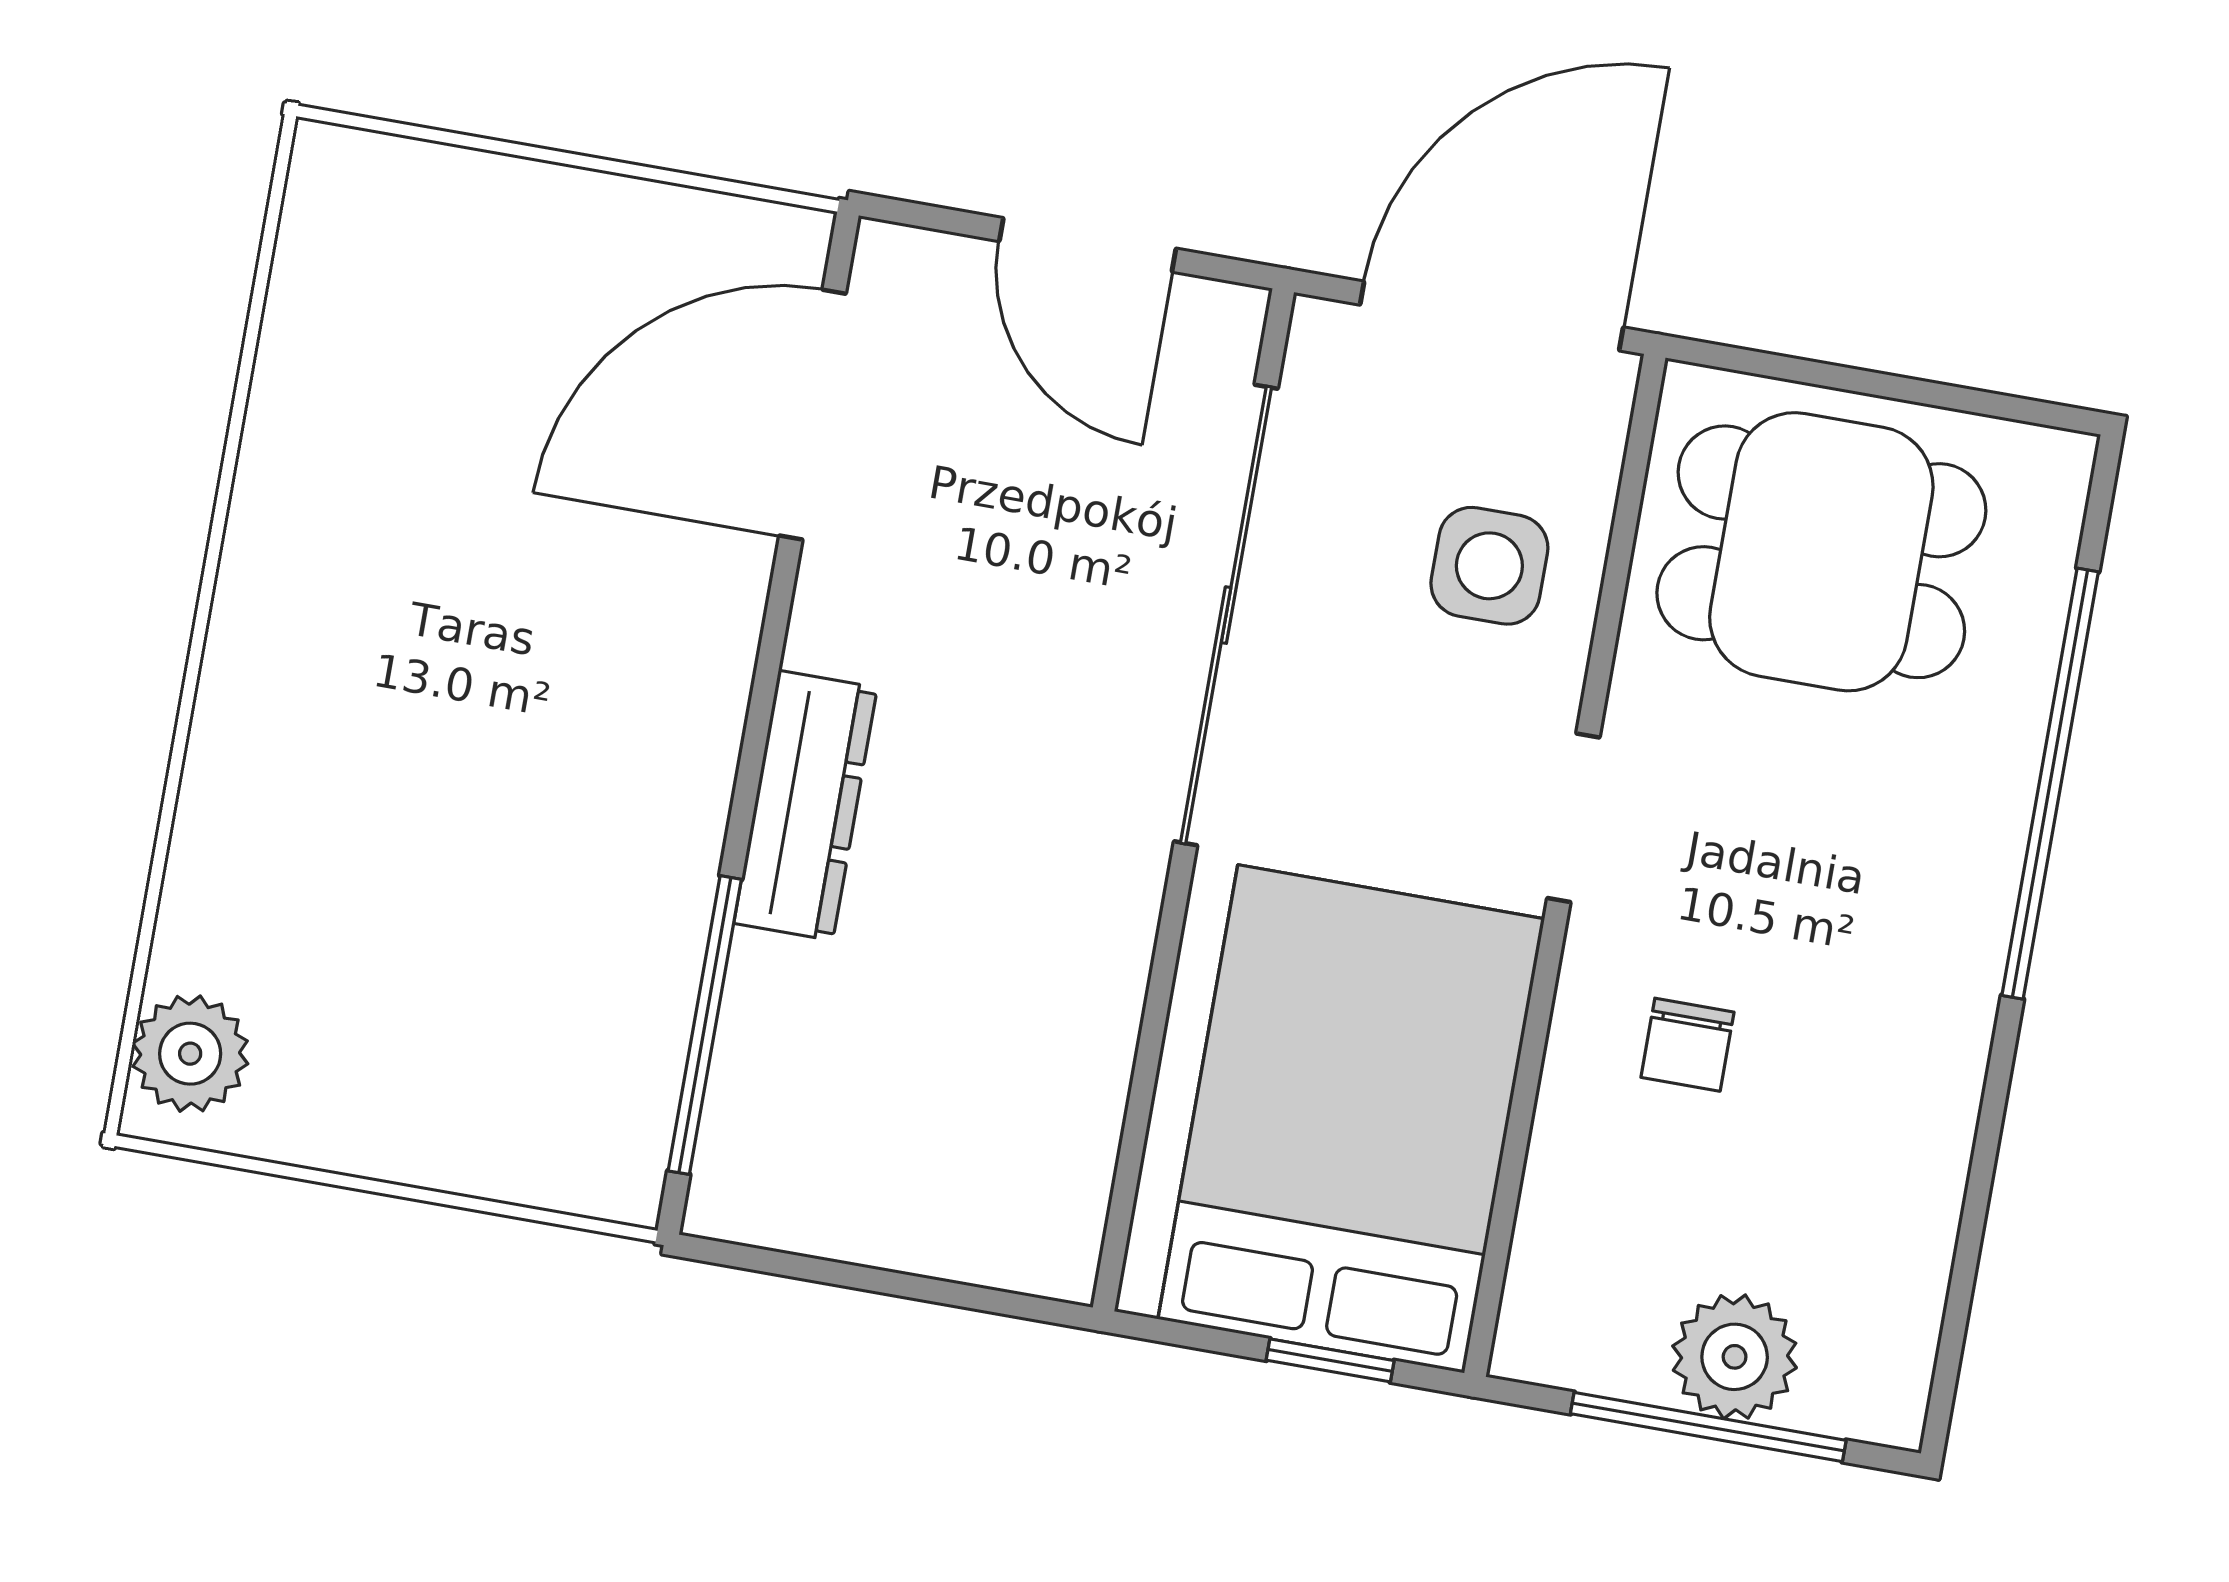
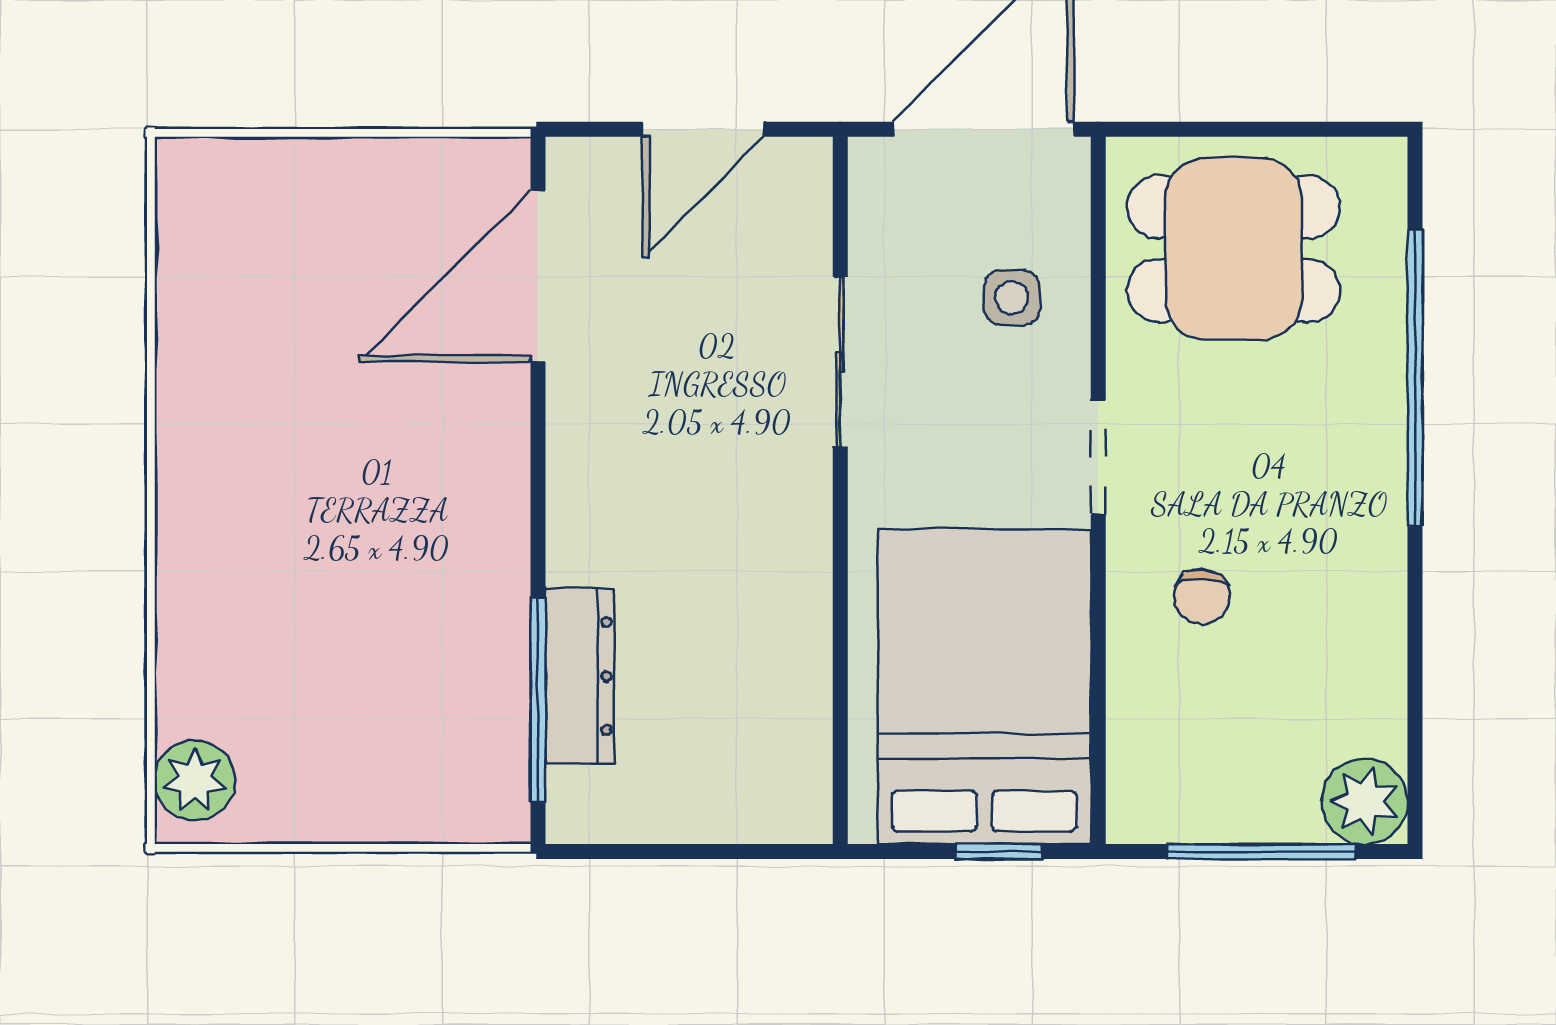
door: (1088, 245) -> (703, 129), hinge flipped
side table: (1489, 566) -> (1012, 298), width x0.73, depth x0.73
sliding door: (1226, 615) -> (840, 362), width x0.54
dresser: (806, 805) -> (580, 676), moved
plant: (1735, 1357) -> (1365, 801), moved

